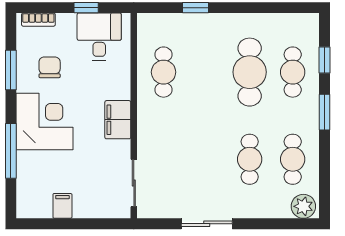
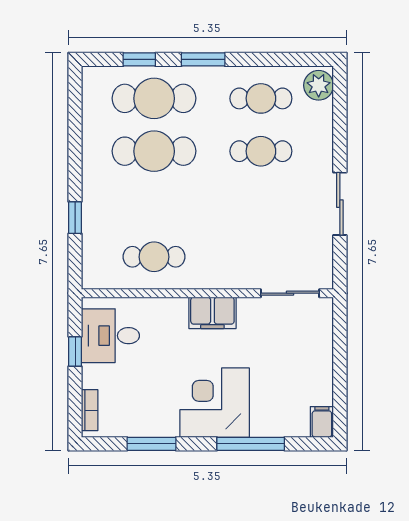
chair: (50, 67) -> (148, 396), removed
cafe table: (293, 72) -> (154, 98), width x1.37, depth x1.35
filing cabinet: (62, 206) -> (322, 422), moved, turned 90

